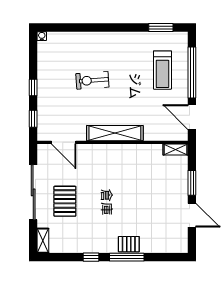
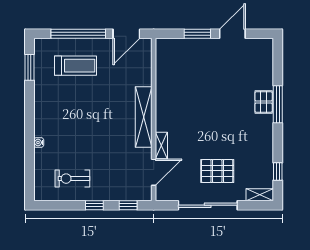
water cooler: (42, 36) -> (39, 143), moved
exercise bike: (92, 80) -> (72, 179), moved, turned 94
shelving: (175, 150) -> (161, 145), moved
window: (91, 257) -> (278, 172), moved

